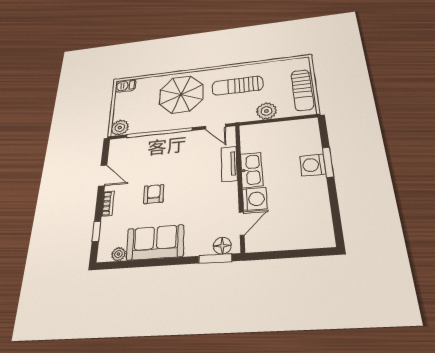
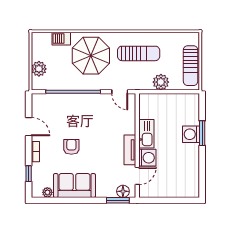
barbecue: (126, 86) -> (61, 39), moved
sun lounger: (237, 86) -> (139, 53), turned 180
plant: (120, 128) -> (39, 69), moved
tv unit: (229, 164) -> (130, 150), moved

